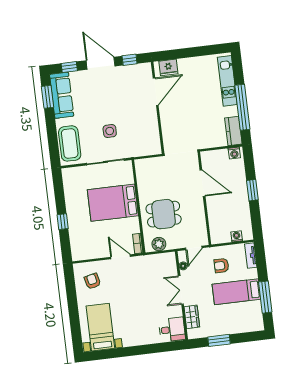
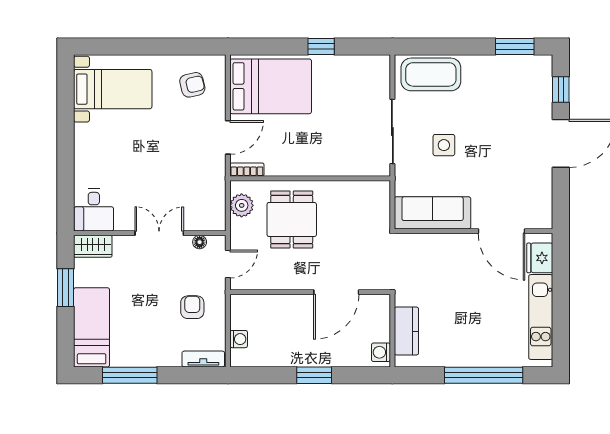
window: (130, 60) -> (561, 193), removed
kitchen unit: (227, 81) -> (541, 317), moved, turned -90
sofa: (62, 95) -> (433, 213), moved, turned 180
window: (242, 107) -> (484, 375), moved
kitchen counter: (233, 131) -> (406, 331), moved, turned 90
bed: (113, 203) -> (271, 86), moved, turned 90
window: (63, 222) -> (321, 46), moved
door: (194, 248) -> (228, 264), swing flipped
bed: (236, 292) -> (92, 327), moved
wardrobe: (192, 317) -> (93, 246), moved

